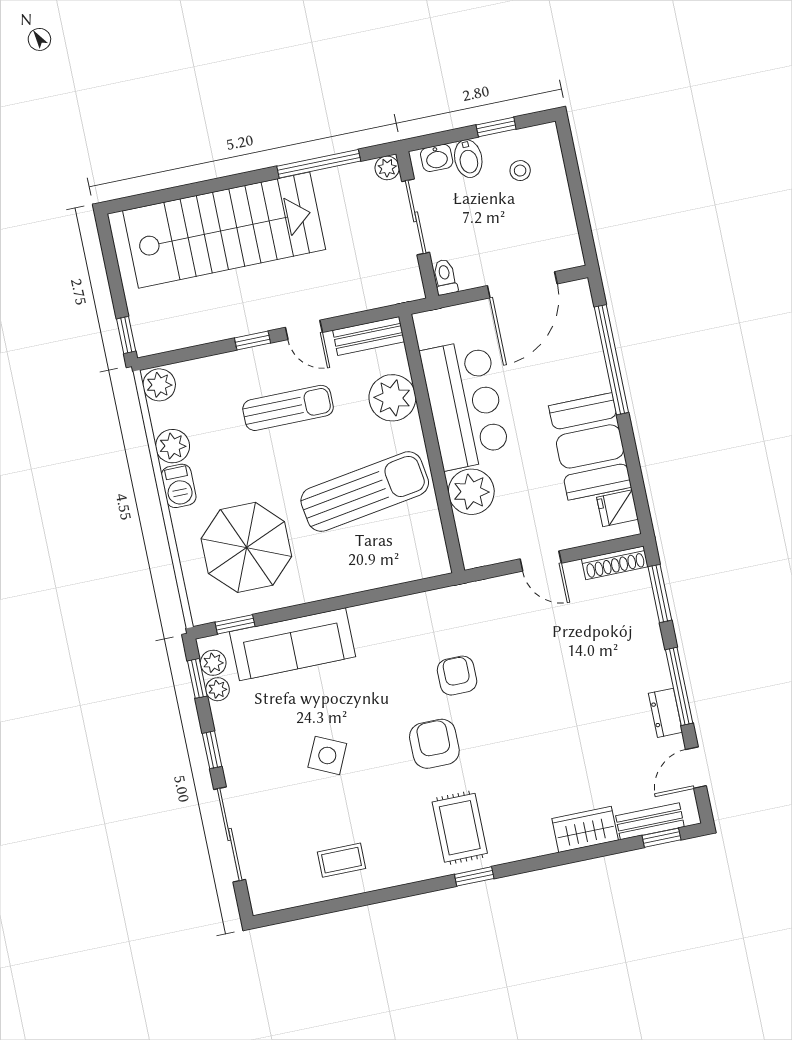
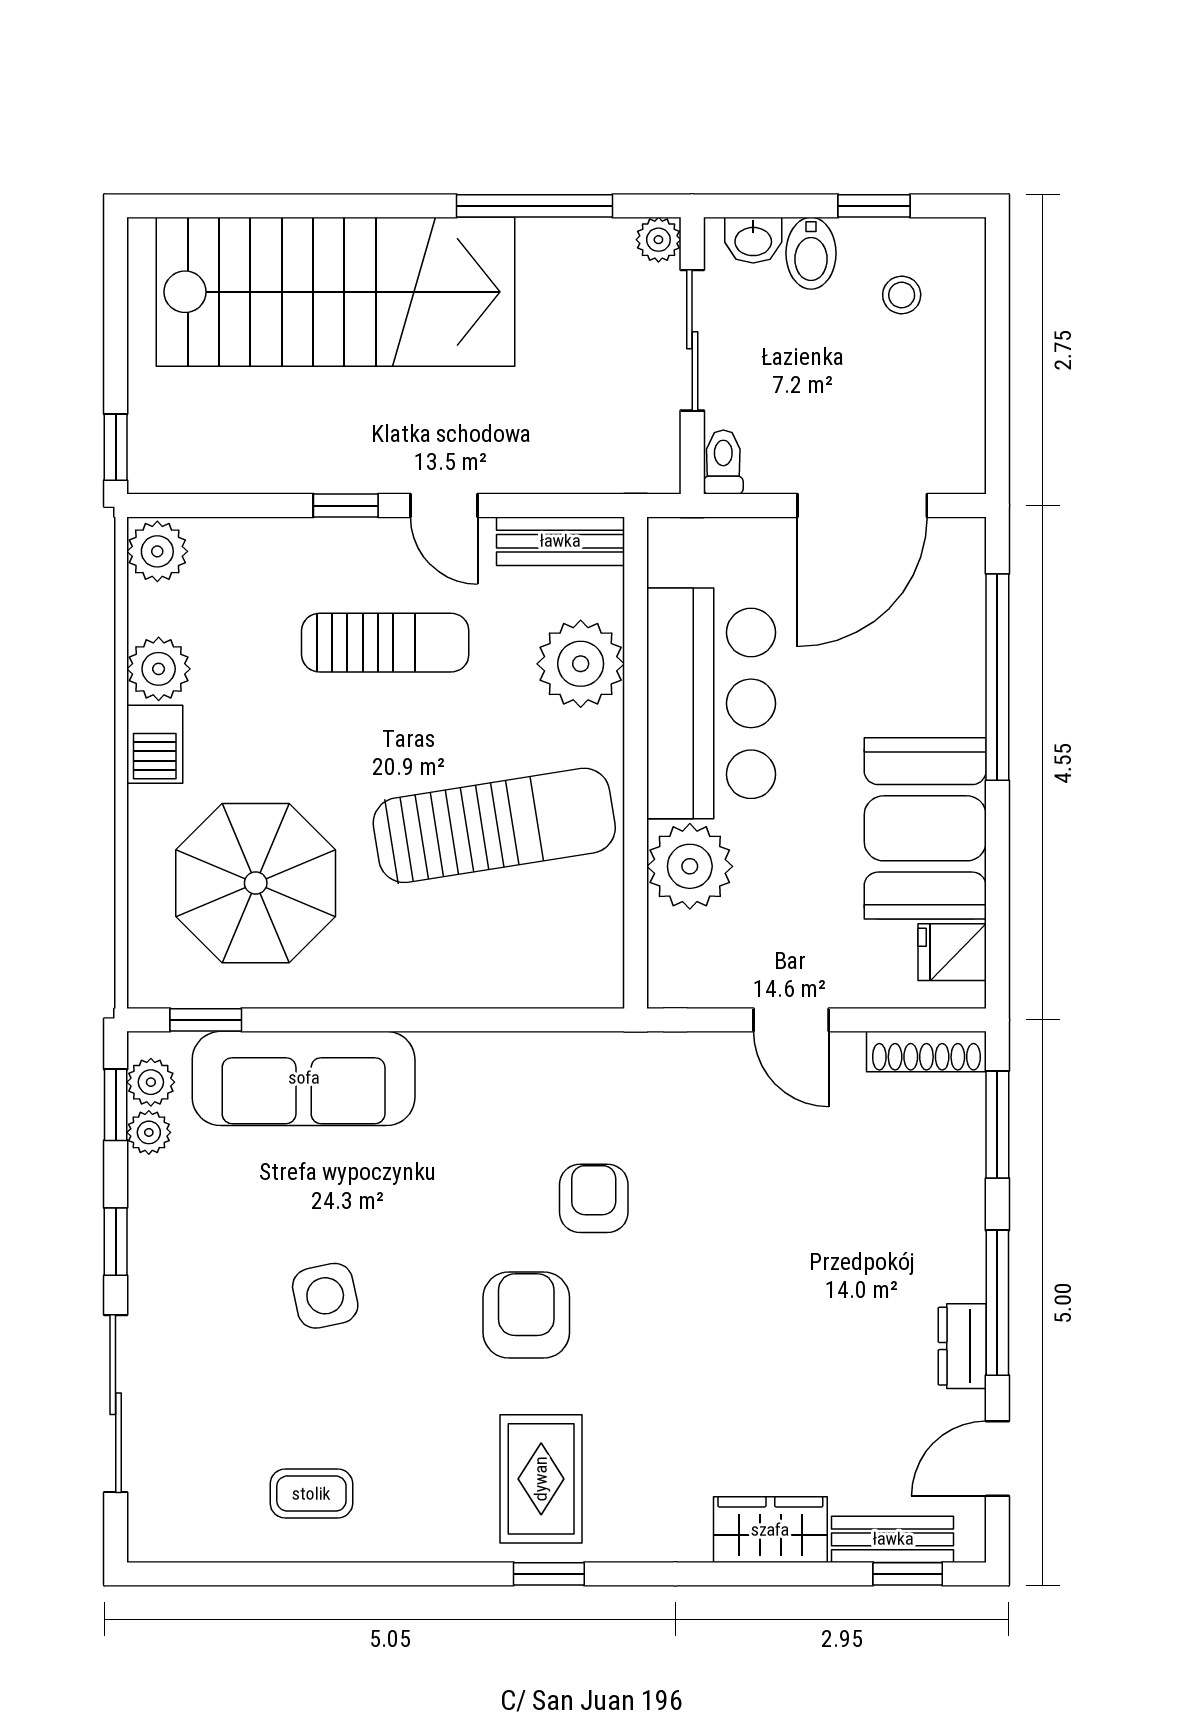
side table: (327, 755) -> (325, 1296), turned -37

